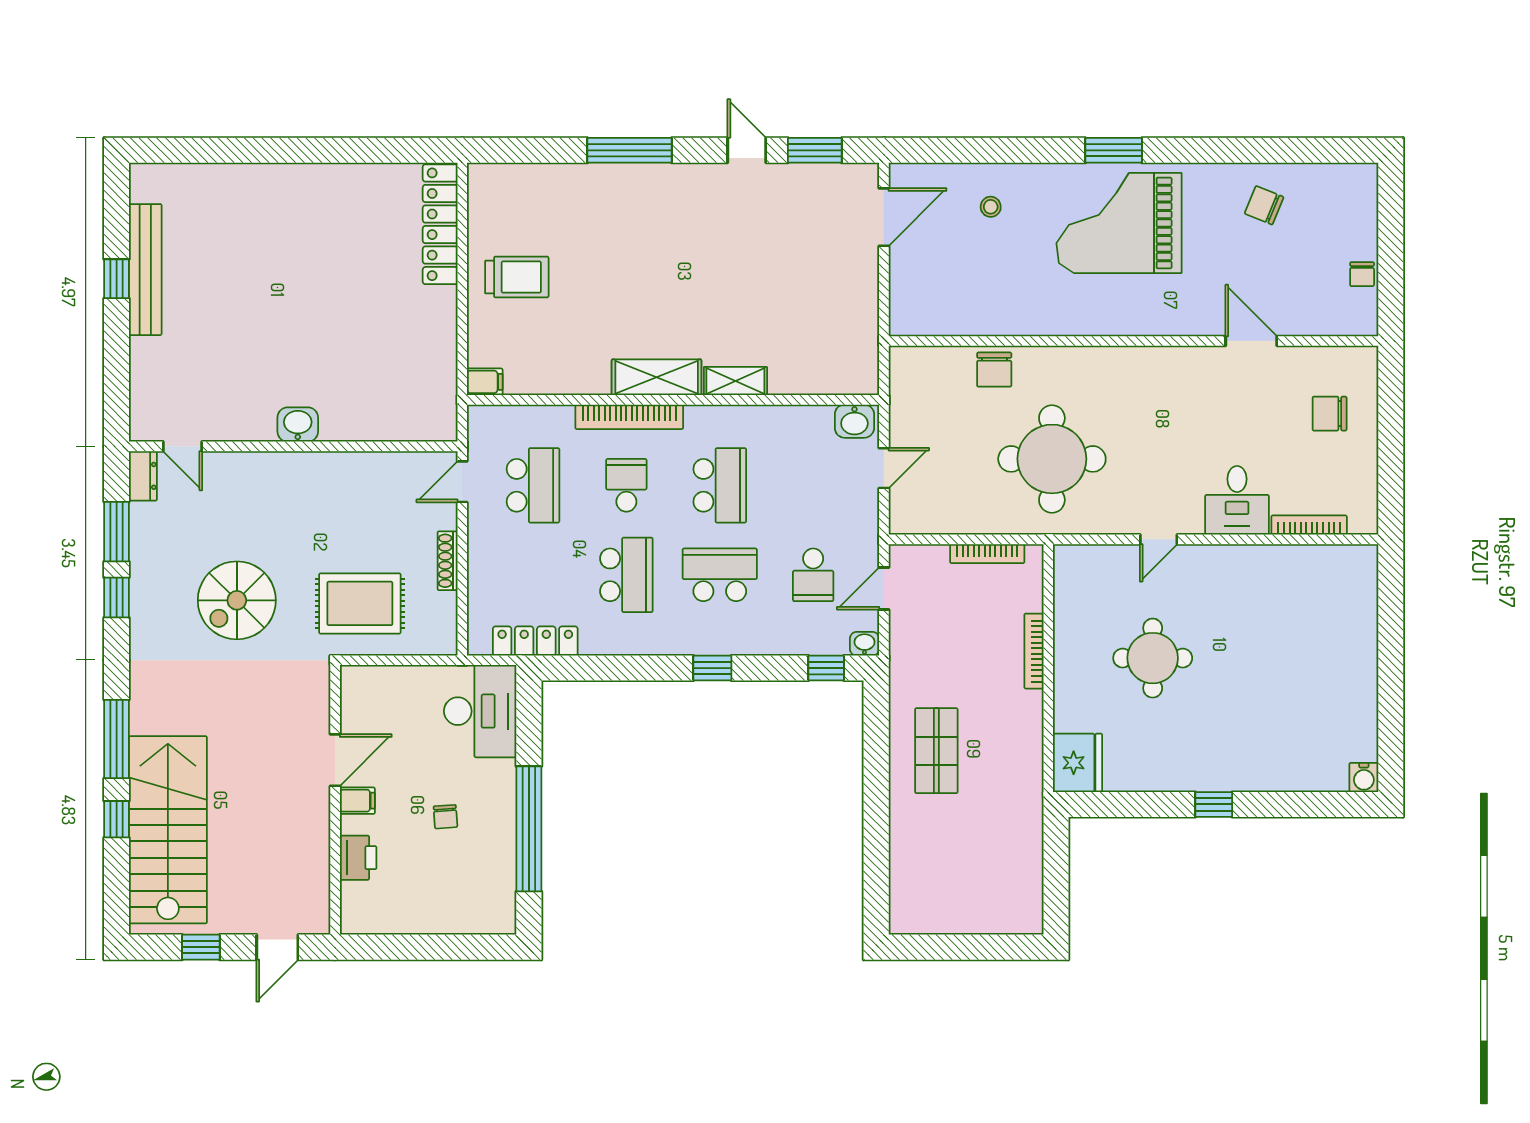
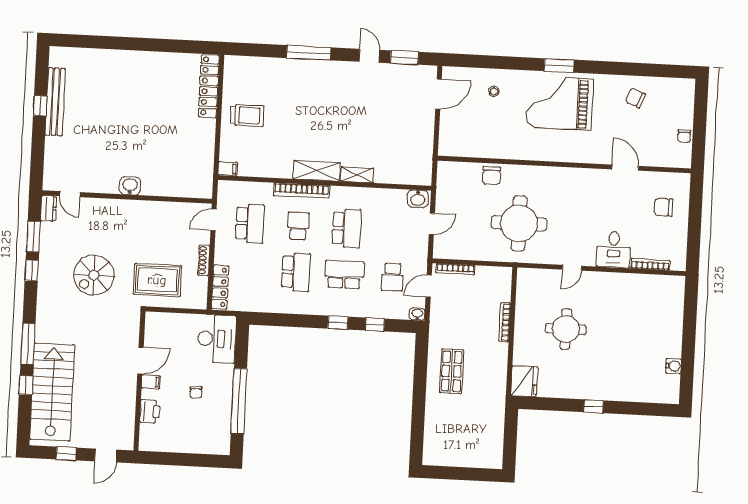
bookcase: (987, 554) -> (455, 269), moved
locker: (535, 641) -> (220, 287), moved, turned 90
window: (826, 668) -> (375, 325), moved
water cooler: (1364, 778) -> (673, 366), moved, turned -90

